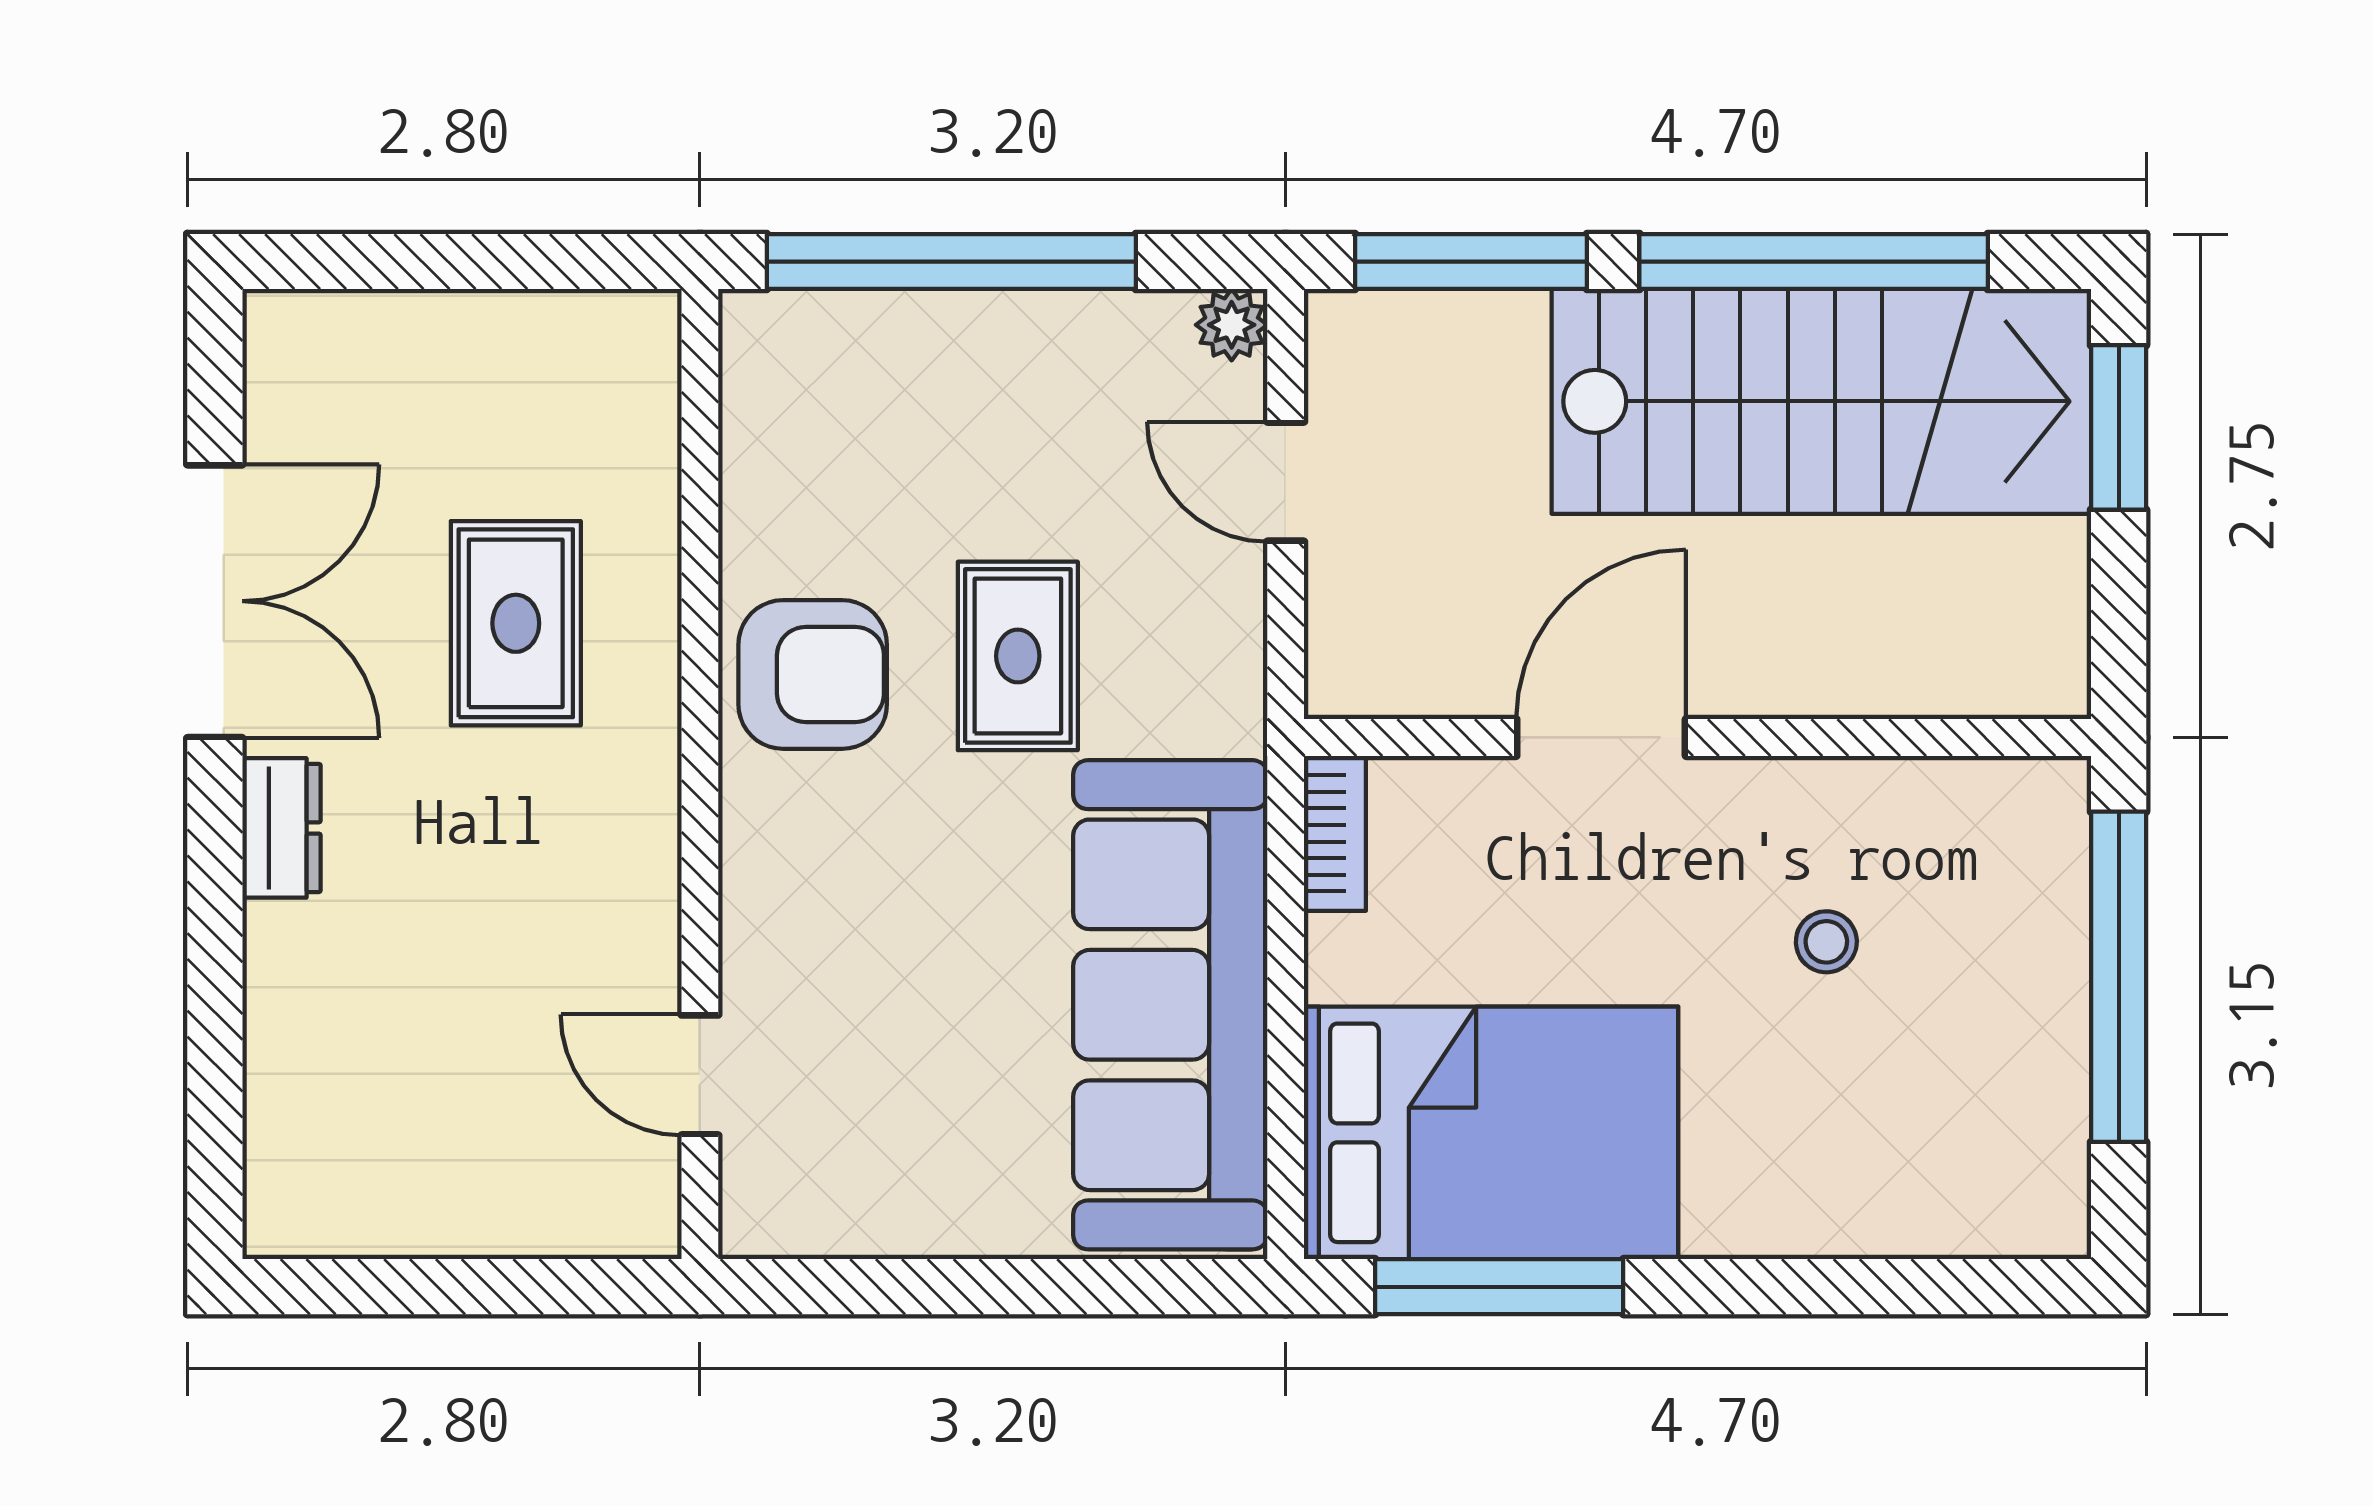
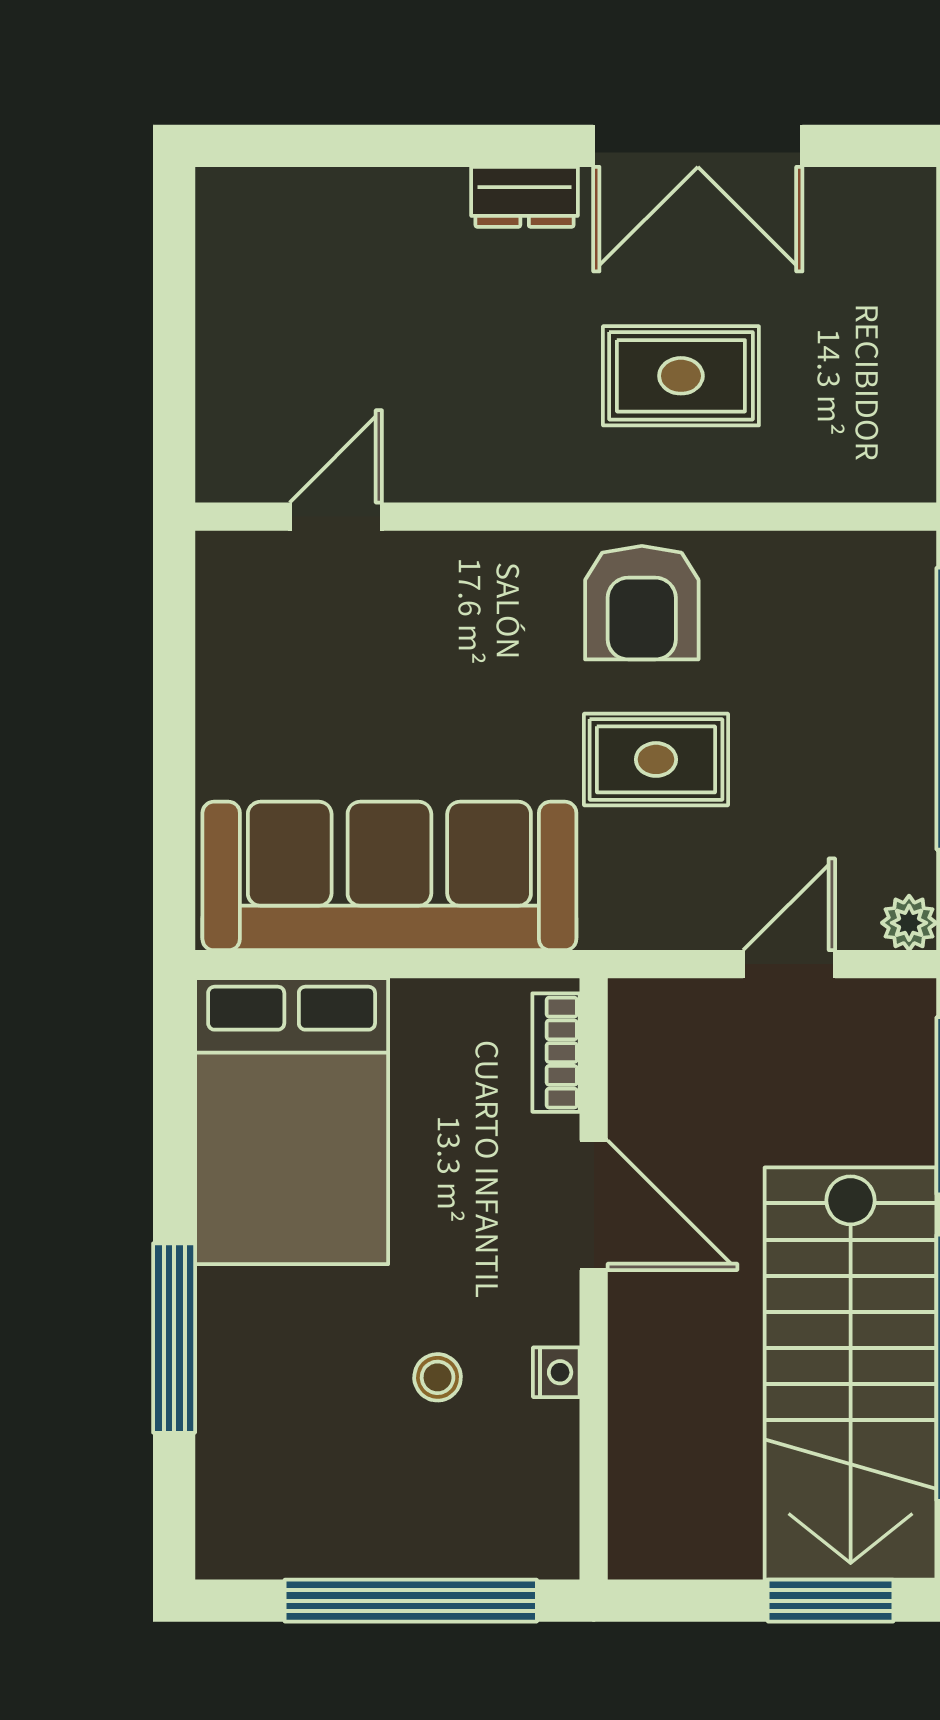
nightstand: (1820, 786) -> (556, 1372), added
bookcase: (1335, 833) -> (556, 1053), moved, turned 90
window: (1499, 1287) -> (174, 1338), moved

